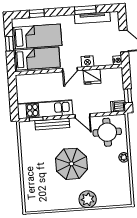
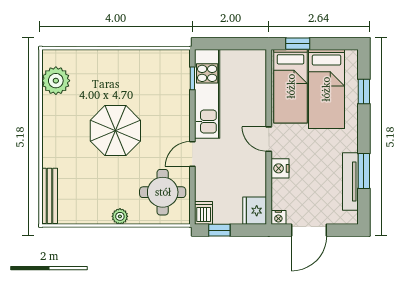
window: (9, 44) -> (298, 44), moved
fridge: (92, 77) -> (255, 211), moved
bench: (52, 124) -> (50, 196), moved
plant: (88, 199) -> (56, 81), moved

